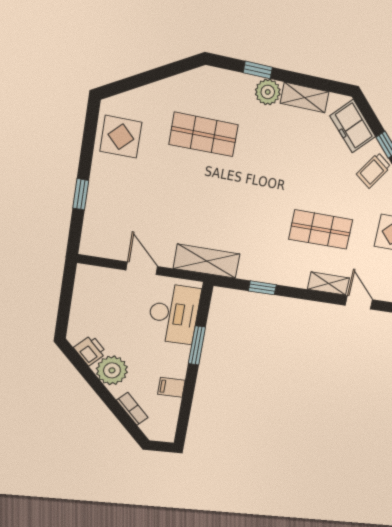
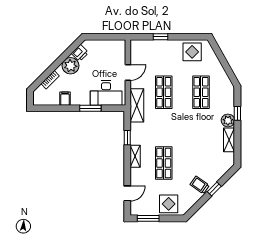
freezer: (353, 126) -> (220, 168), removed
shop shelf: (191, 207) -> (164, 92), added
shelving: (328, 284) -> (135, 156), moved

